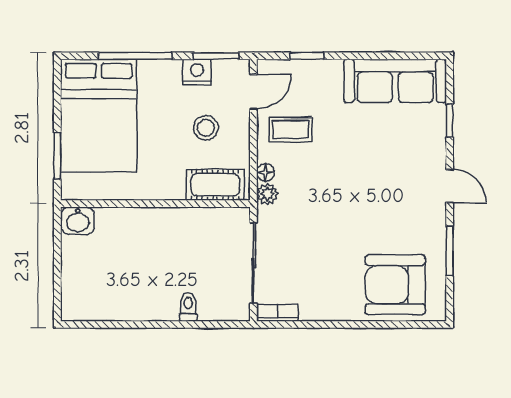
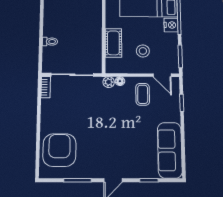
nightstand: (197, 72) -> (171, 25), moved
cot: (215, 185) -> (113, 43), moved

